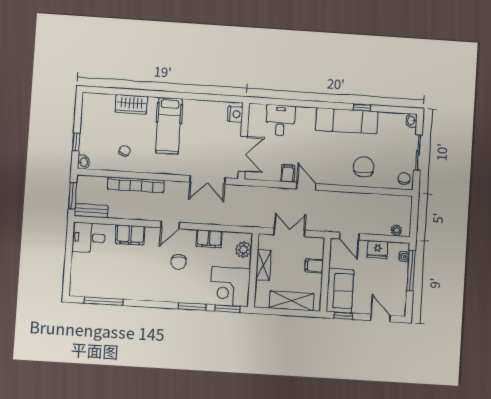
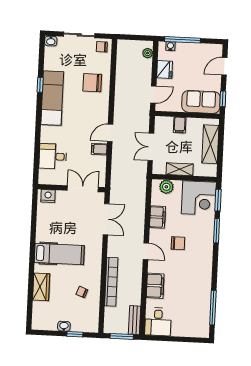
washbasin: (83, 162) -> (64, 326), moved

